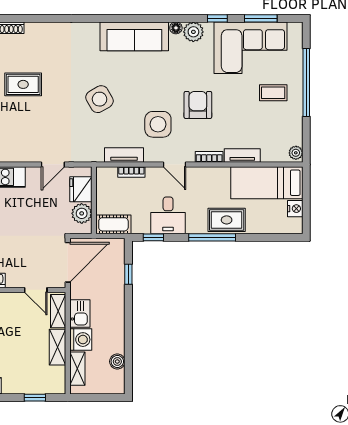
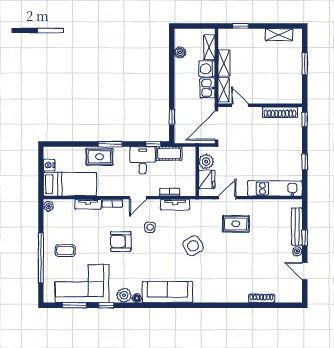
rug: (23, 84) -> (236, 224), moved
armchair: (198, 105) -> (121, 241), turned 90
side table: (158, 124) -> (150, 227), width x0.54, depth x0.54
door: (175, 164) -> (138, 198), swing flipped
cot: (113, 224) -> (169, 154), moved
window: (212, 237) -> (110, 144), width x0.69

